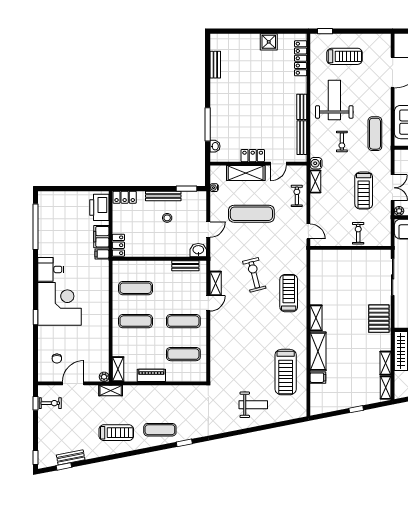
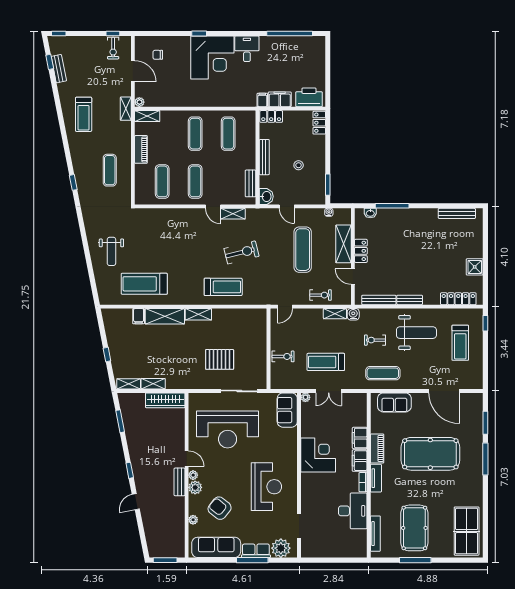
bench: (215, 65) -> (457, 213), width x1.36
bench: (163, 196) -> (264, 157), moved
pallet: (379, 319) -> (220, 359), moved
exercise mat: (160, 430) -> (110, 170), moved

